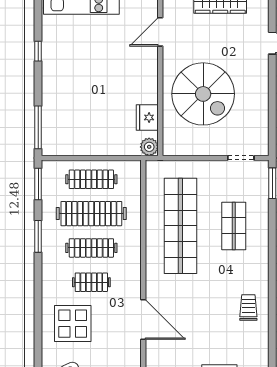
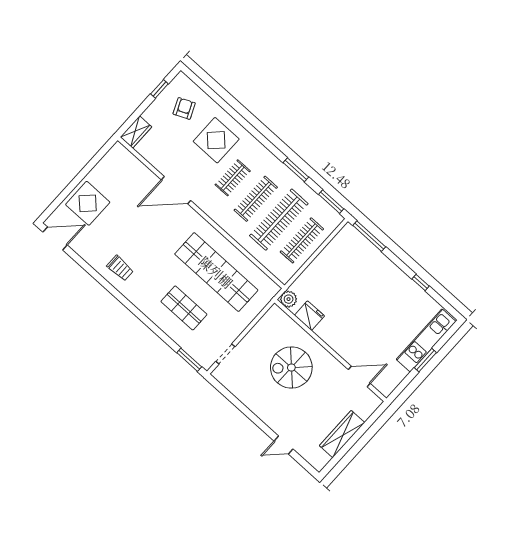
door: (160, 32) -> (359, 376), hinge flipped
spiral stairs: (203, 94) -> (291, 368), width x0.73, depth x0.73

